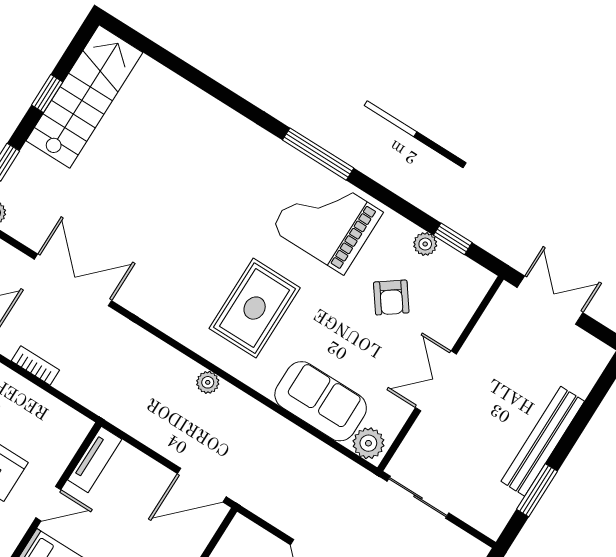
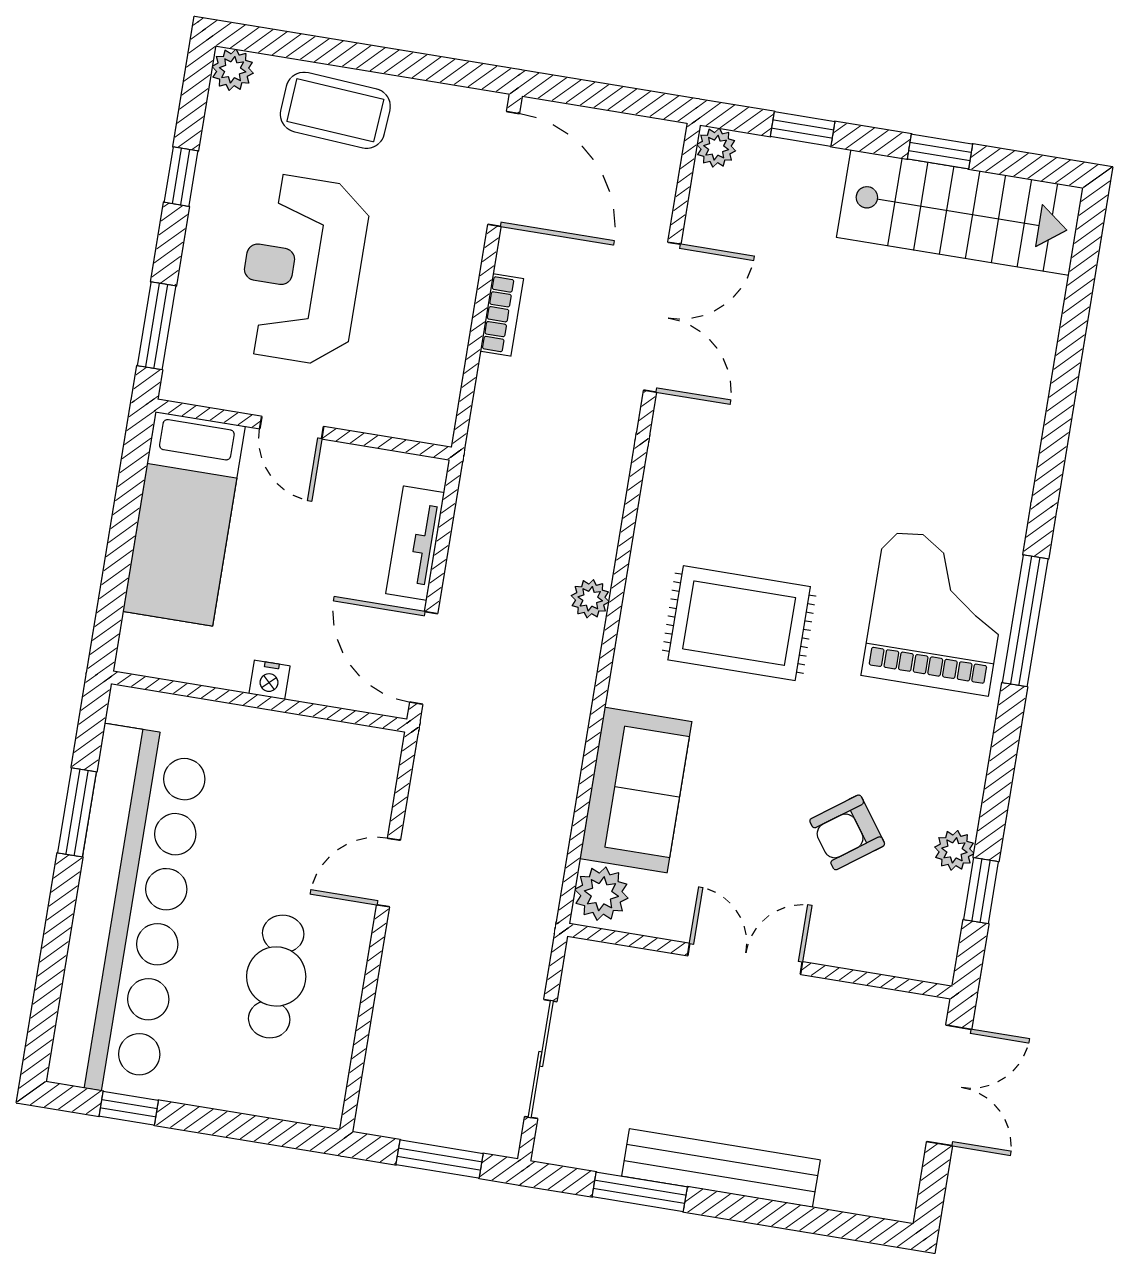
grand piano: (327, 221) -> (937, 612), moved
tv unit: (95, 459) -> (415, 543), moved, turned 90
sliding door: (418, 497) -> (541, 1059), moved

